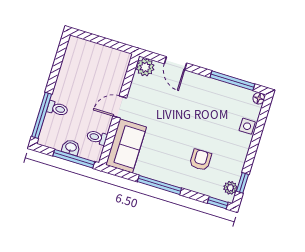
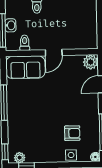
door: (120, 107) -> (54, 53), swing flipped
armchair: (201, 160) -> (72, 133), moved

